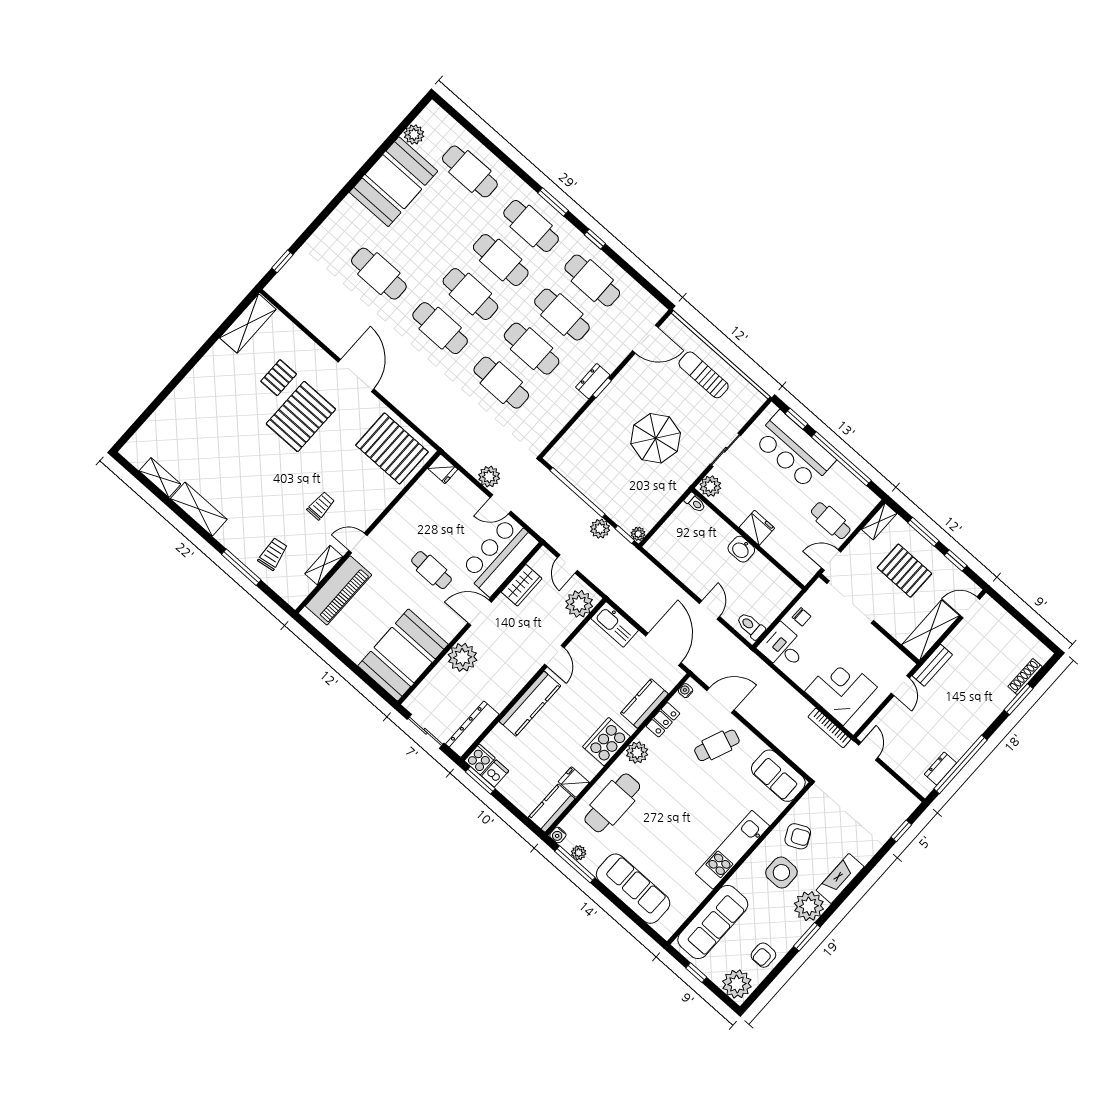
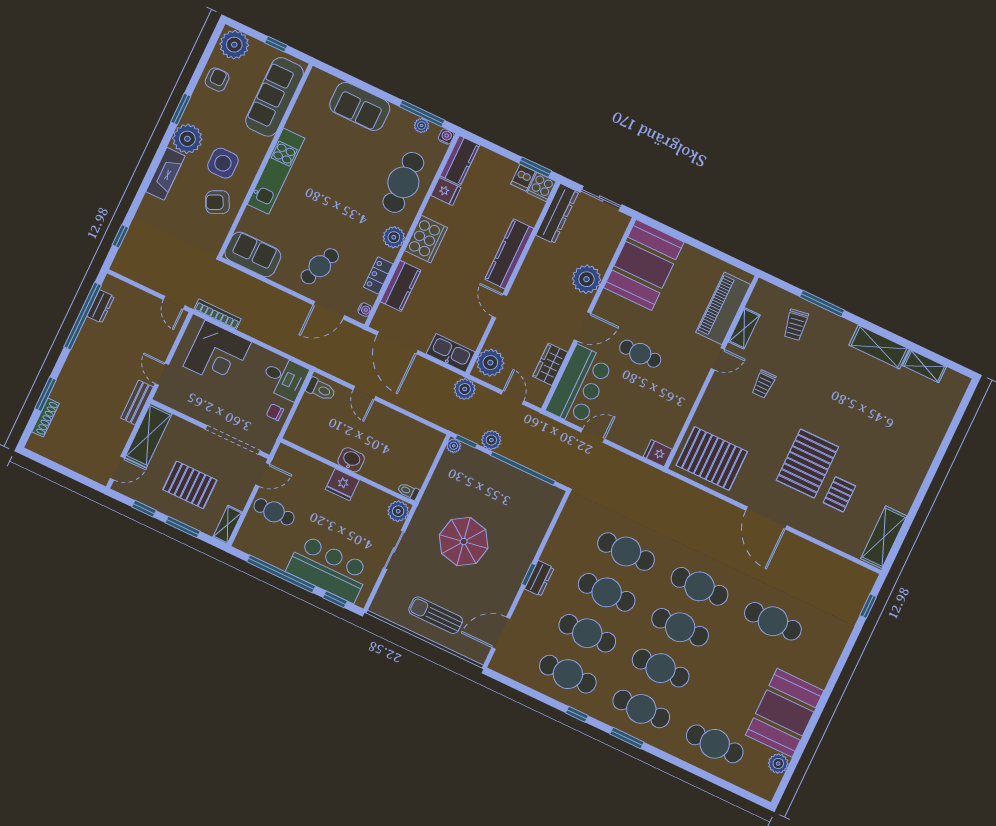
sun lounger: (704, 375) -> (436, 615), turned 180
plant: (489, 477) -> (465, 389), moved
sofa: (633, 889) -> (360, 106), width x0.73

